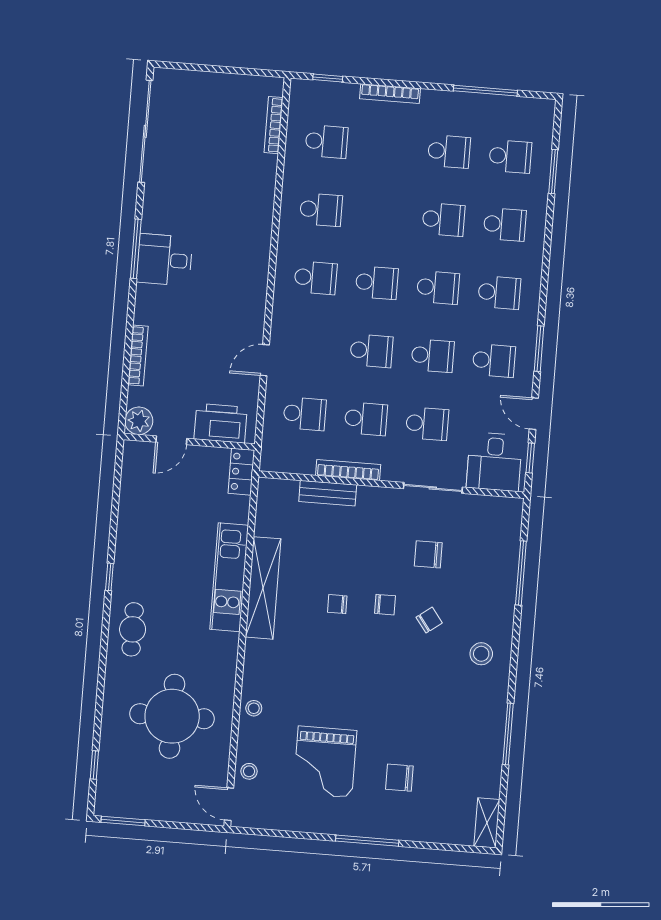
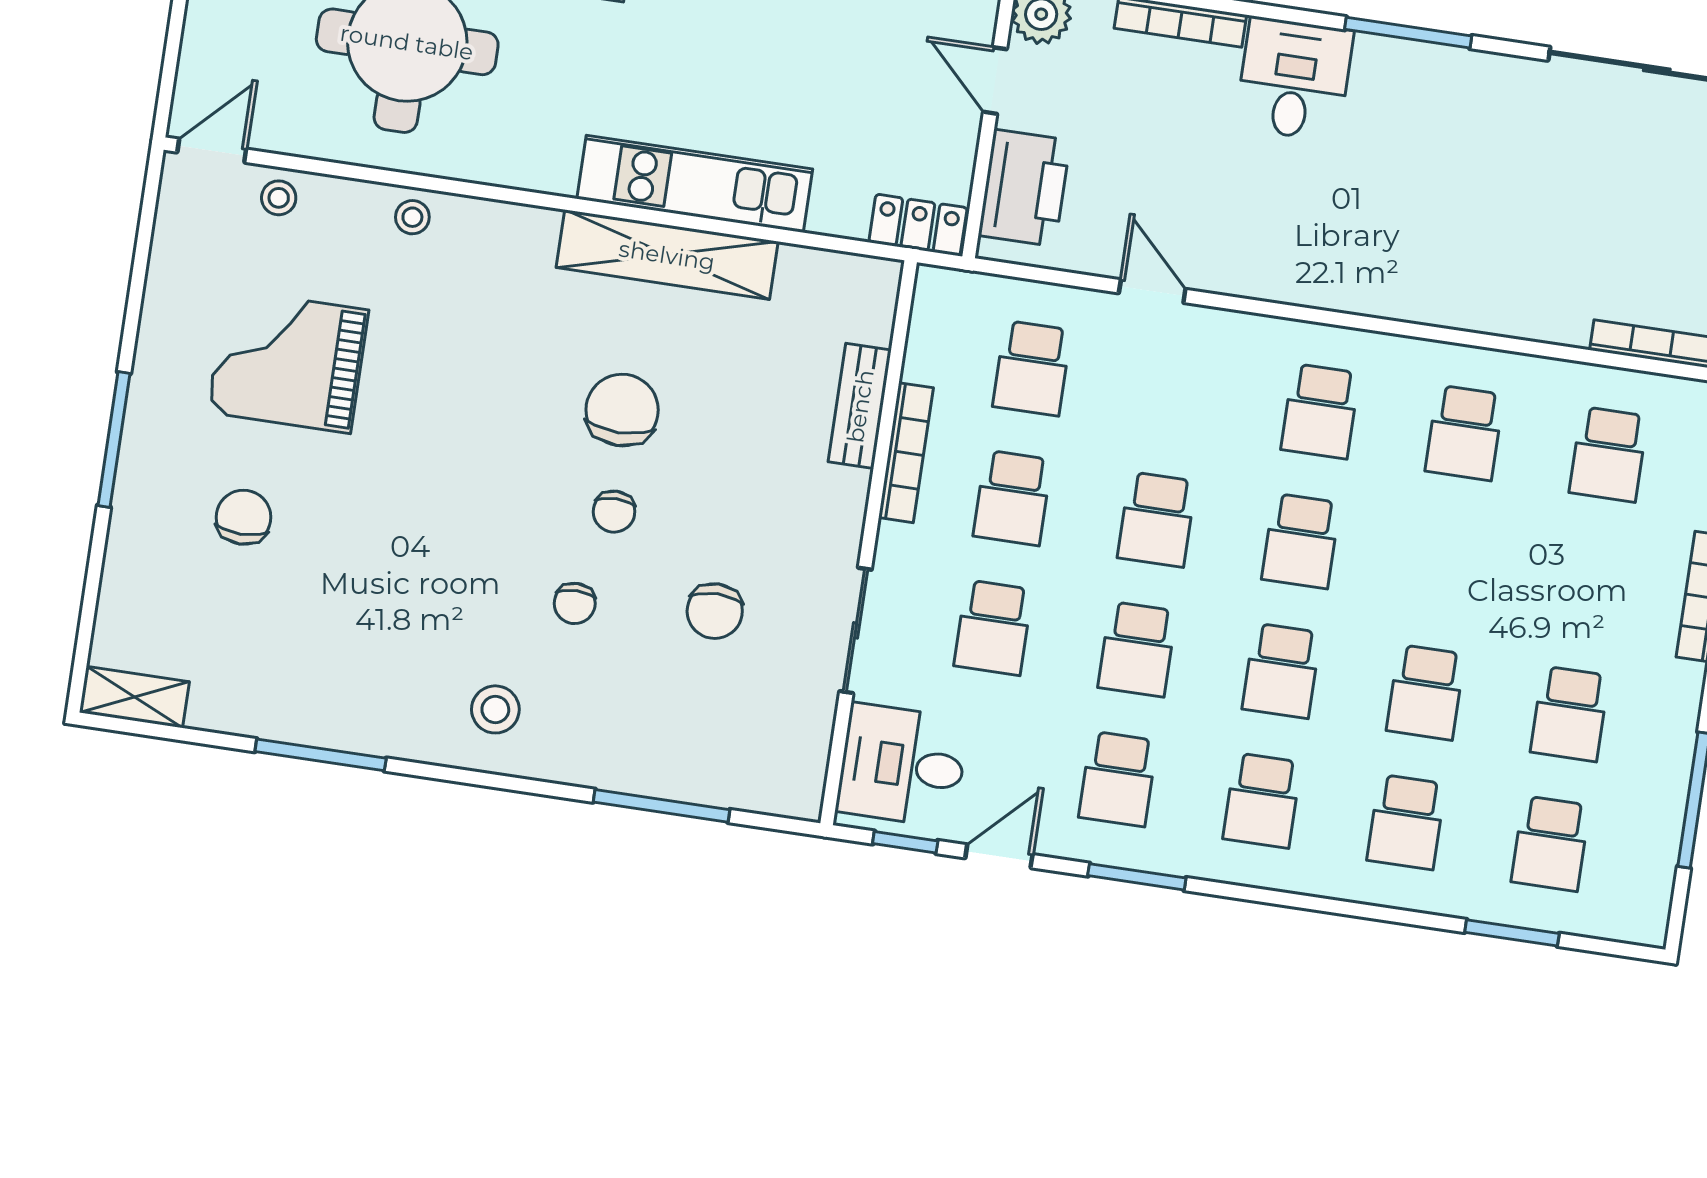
desk: (164, 260) -> (1294, 79), moved
chair: (428, 554) -> (715, 611), turned 180
chair: (337, 604) -> (622, 410), width x1.87, depth x1.87
chair: (429, 620) -> (575, 603), turned 37

